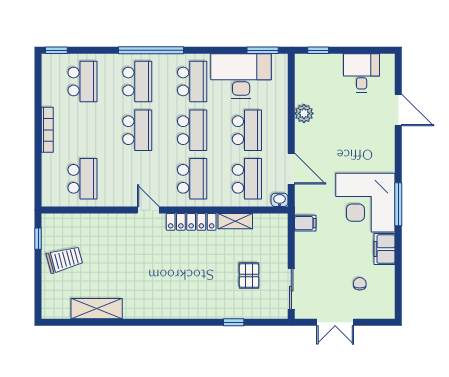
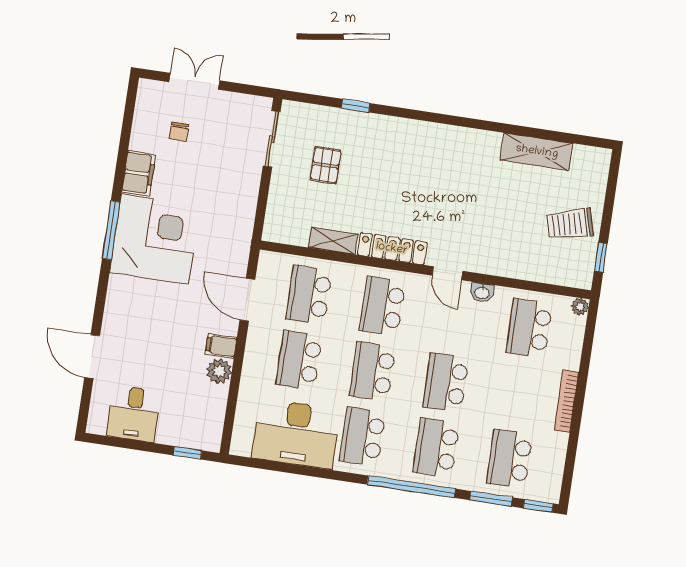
window: (263, 50) -> (491, 499), moved
plant: (48, 200) -> (580, 307), added
washbasin: (279, 200) -> (482, 292), moved
filing cabinet: (305, 223) -> (221, 346), moved
double door: (335, 322) -> (194, 81), moved

